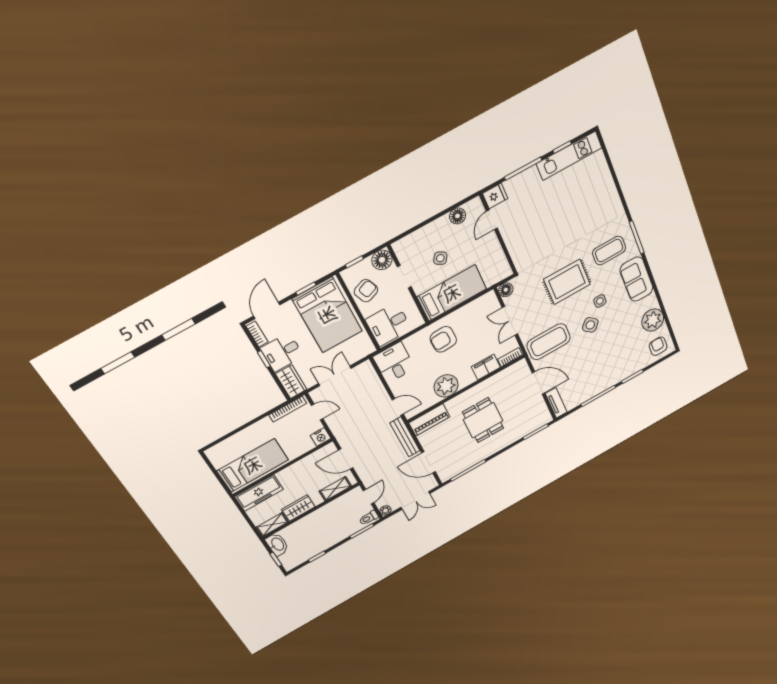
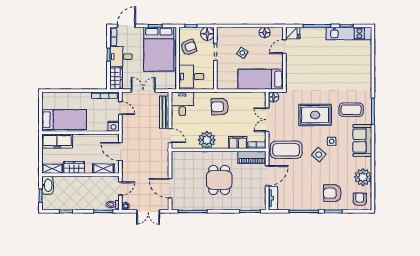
bed: (452, 293) -> (261, 79), moved, turned 180
armchair: (624, 358) -> (332, 193), added
door: (538, 383) -> (267, 176), hinge flipped
piano: (429, 420) -> (252, 157), moved
bench: (405, 437) -> (164, 112), moved

